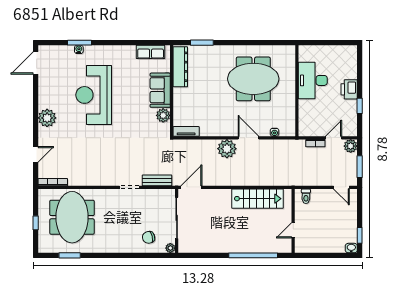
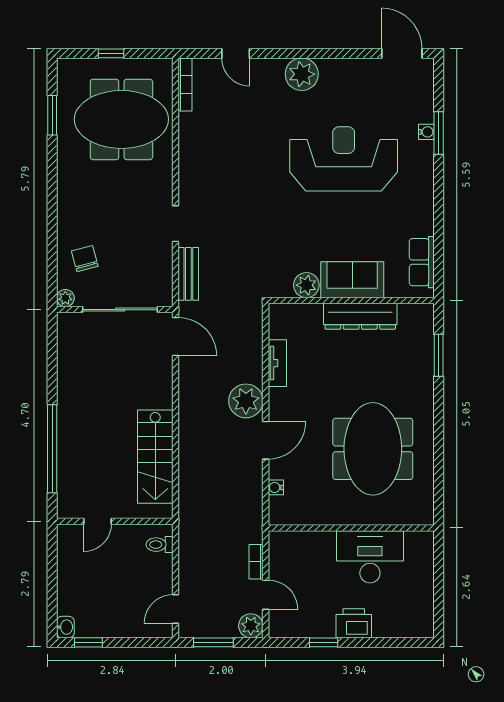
dresser: (180, 67) -> (360, 316), moved
tv unit: (186, 131) -> (277, 363), moved
door: (293, 230) -> (98, 521), swing flipped

